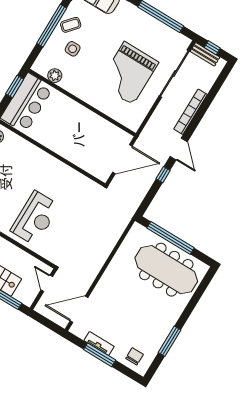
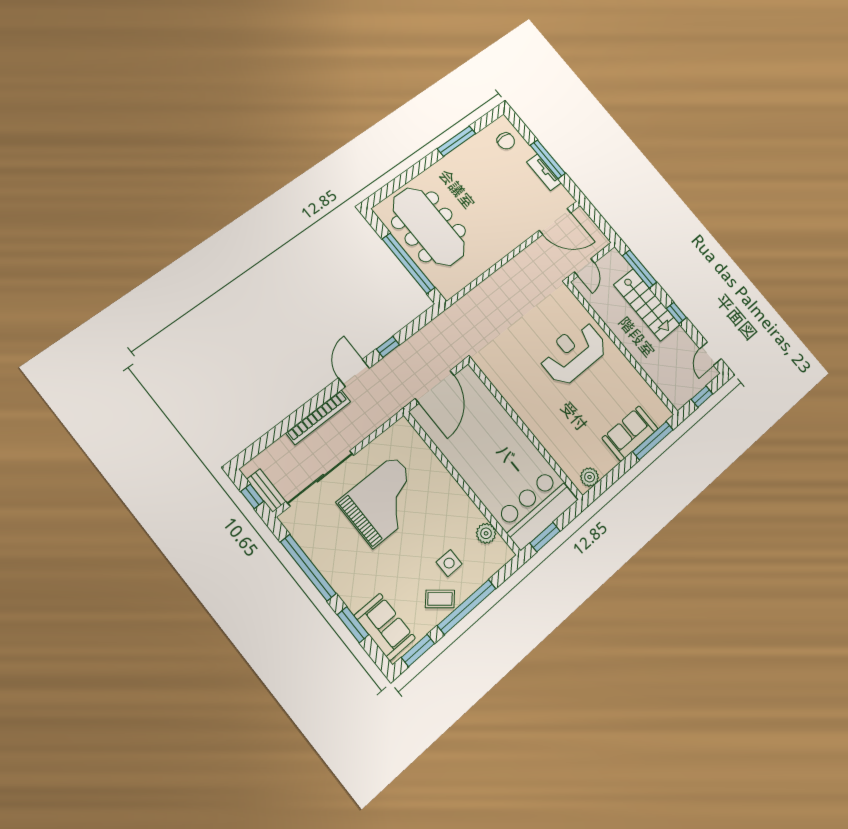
door: (122, 159) -> (435, 387), swing flipped
chair: (135, 356) -> (506, 141), turned -90

